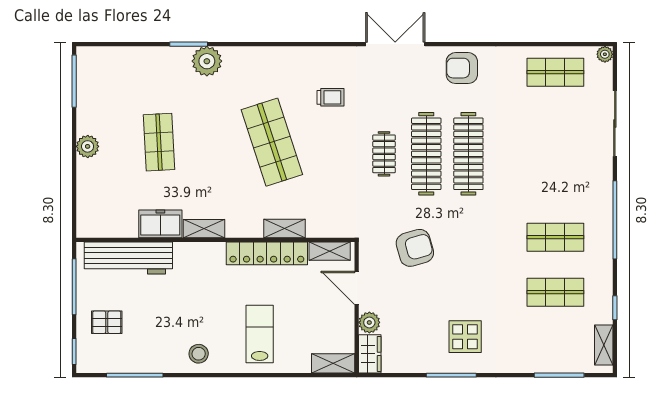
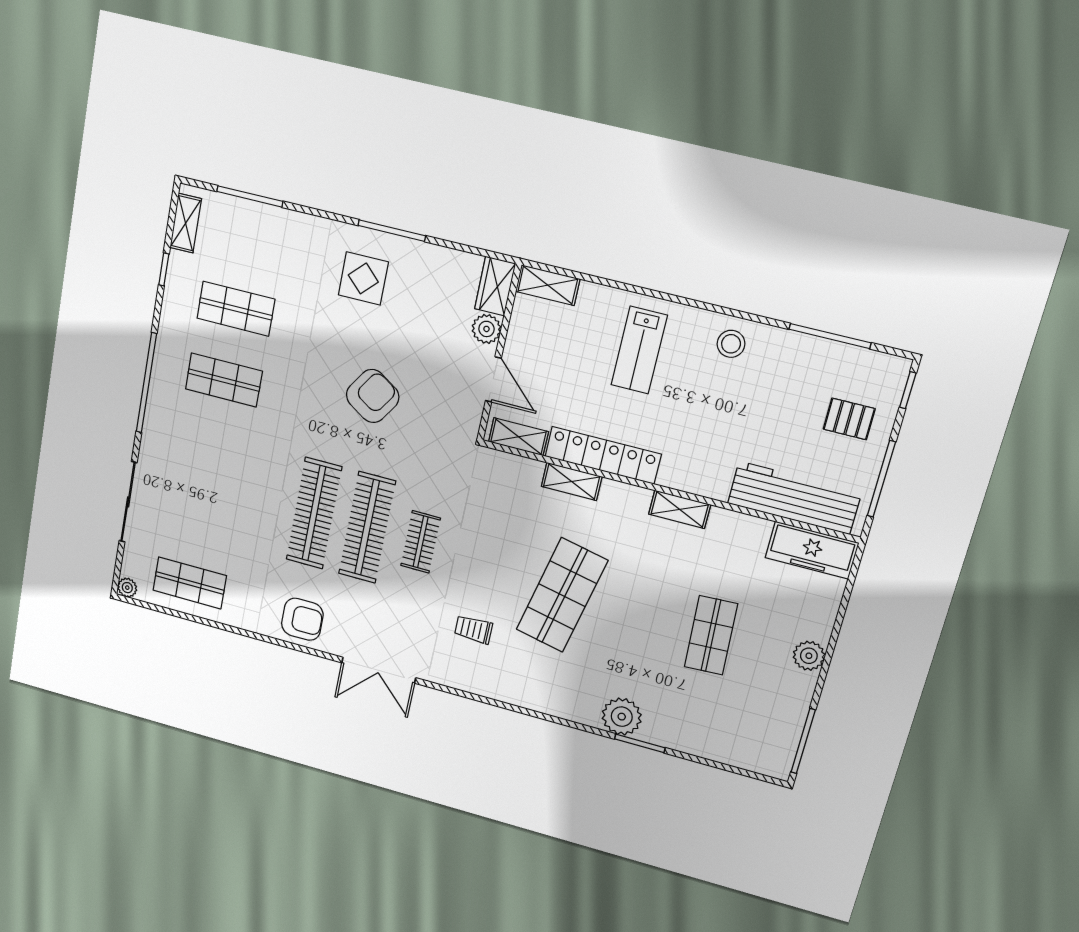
shop shelf: (272, 142) -> (562, 595), turned 30
freezer: (160, 224) -> (812, 550), moved, width x1.40
armchair: (415, 248) -> (373, 396), moved, turned 139

